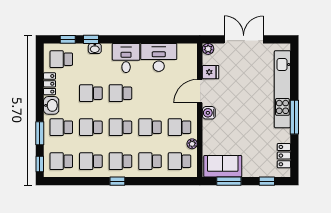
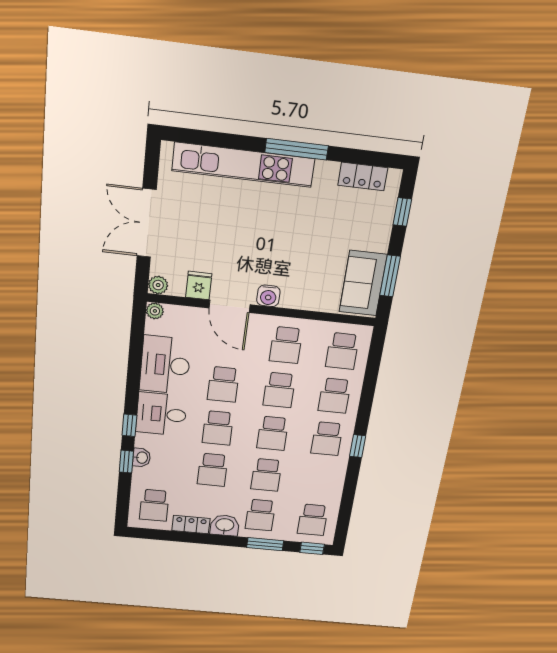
window: (68, 39) -> (129, 425), moved
plant: (192, 144) -> (155, 311), moved
school desk: (91, 161) -> (223, 384), moved

